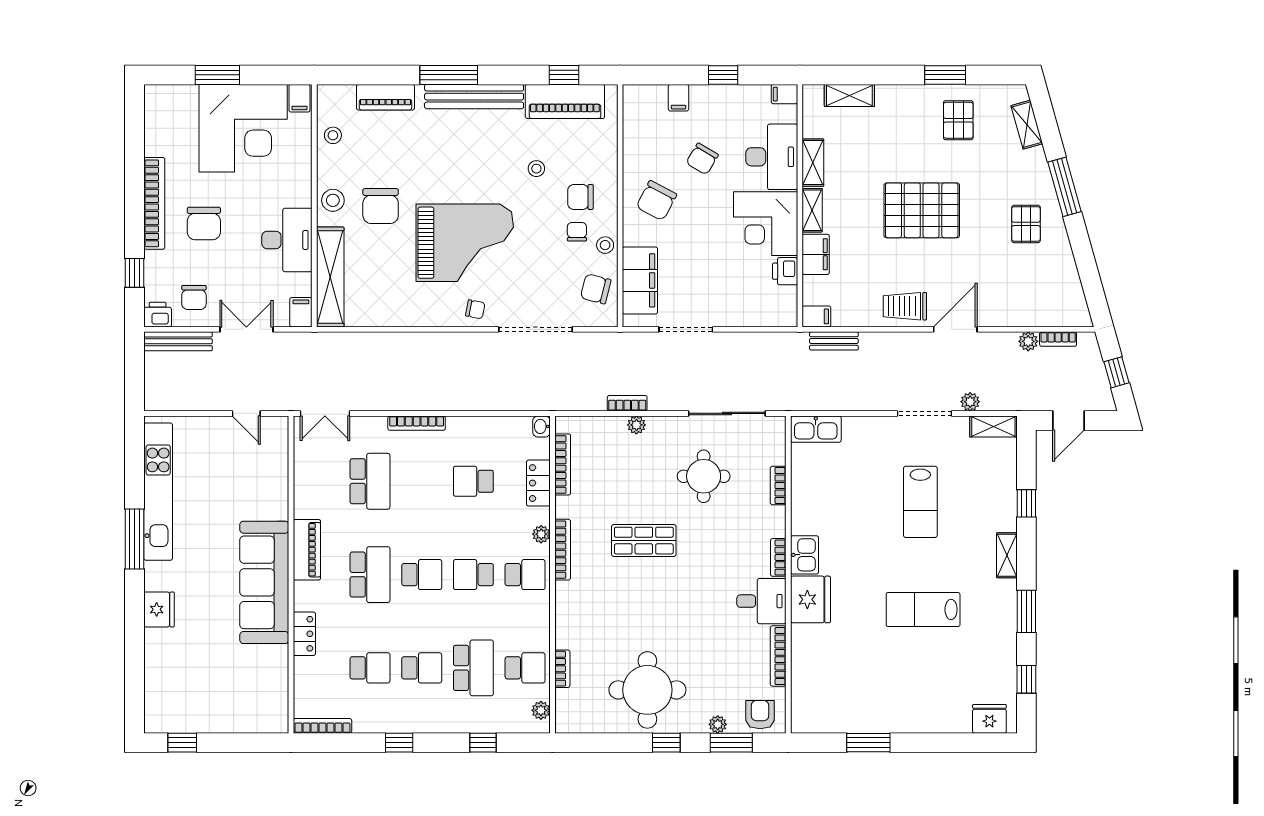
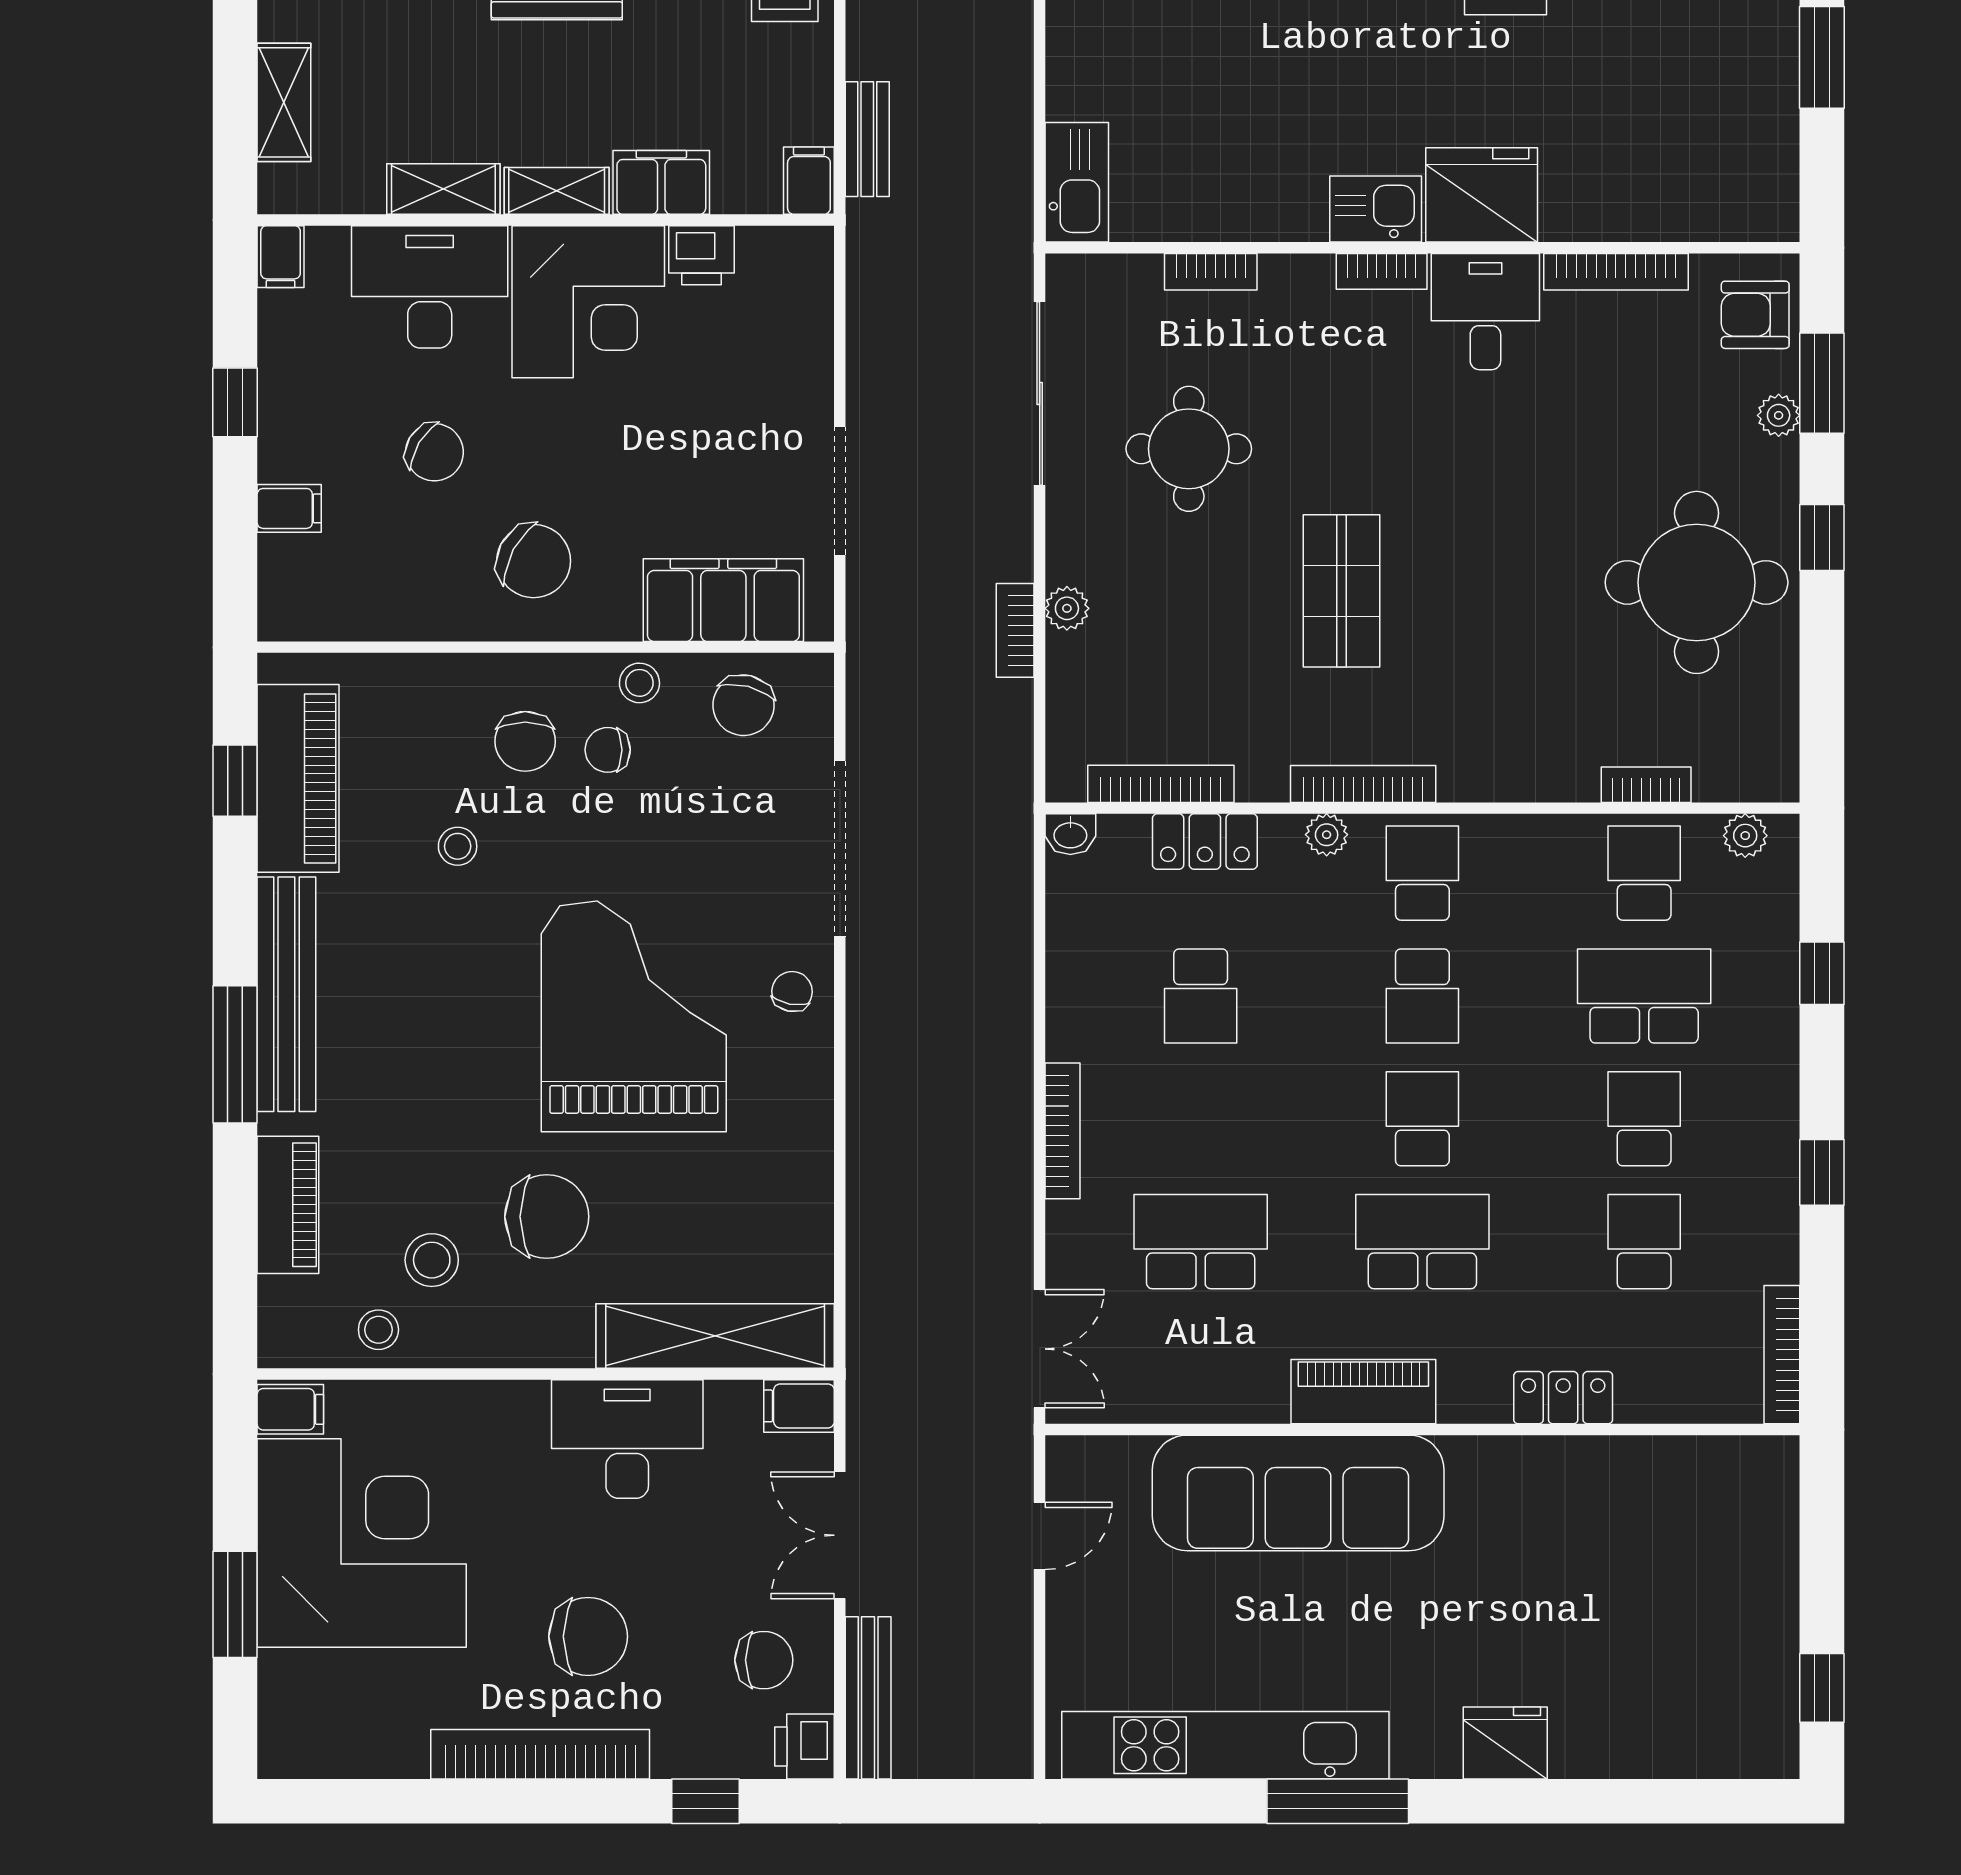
stool: (333, 200) -> (432, 1260), moved
sofa: (264, 582) -> (1298, 1493), moved

